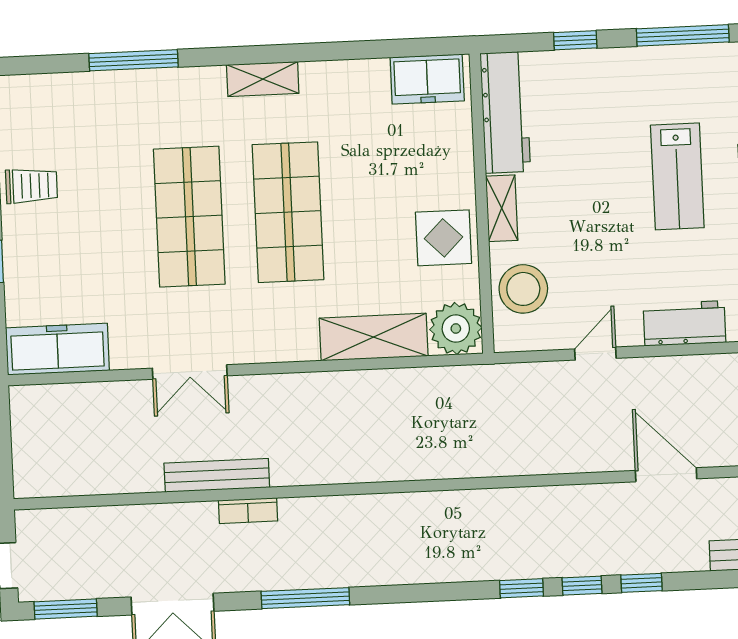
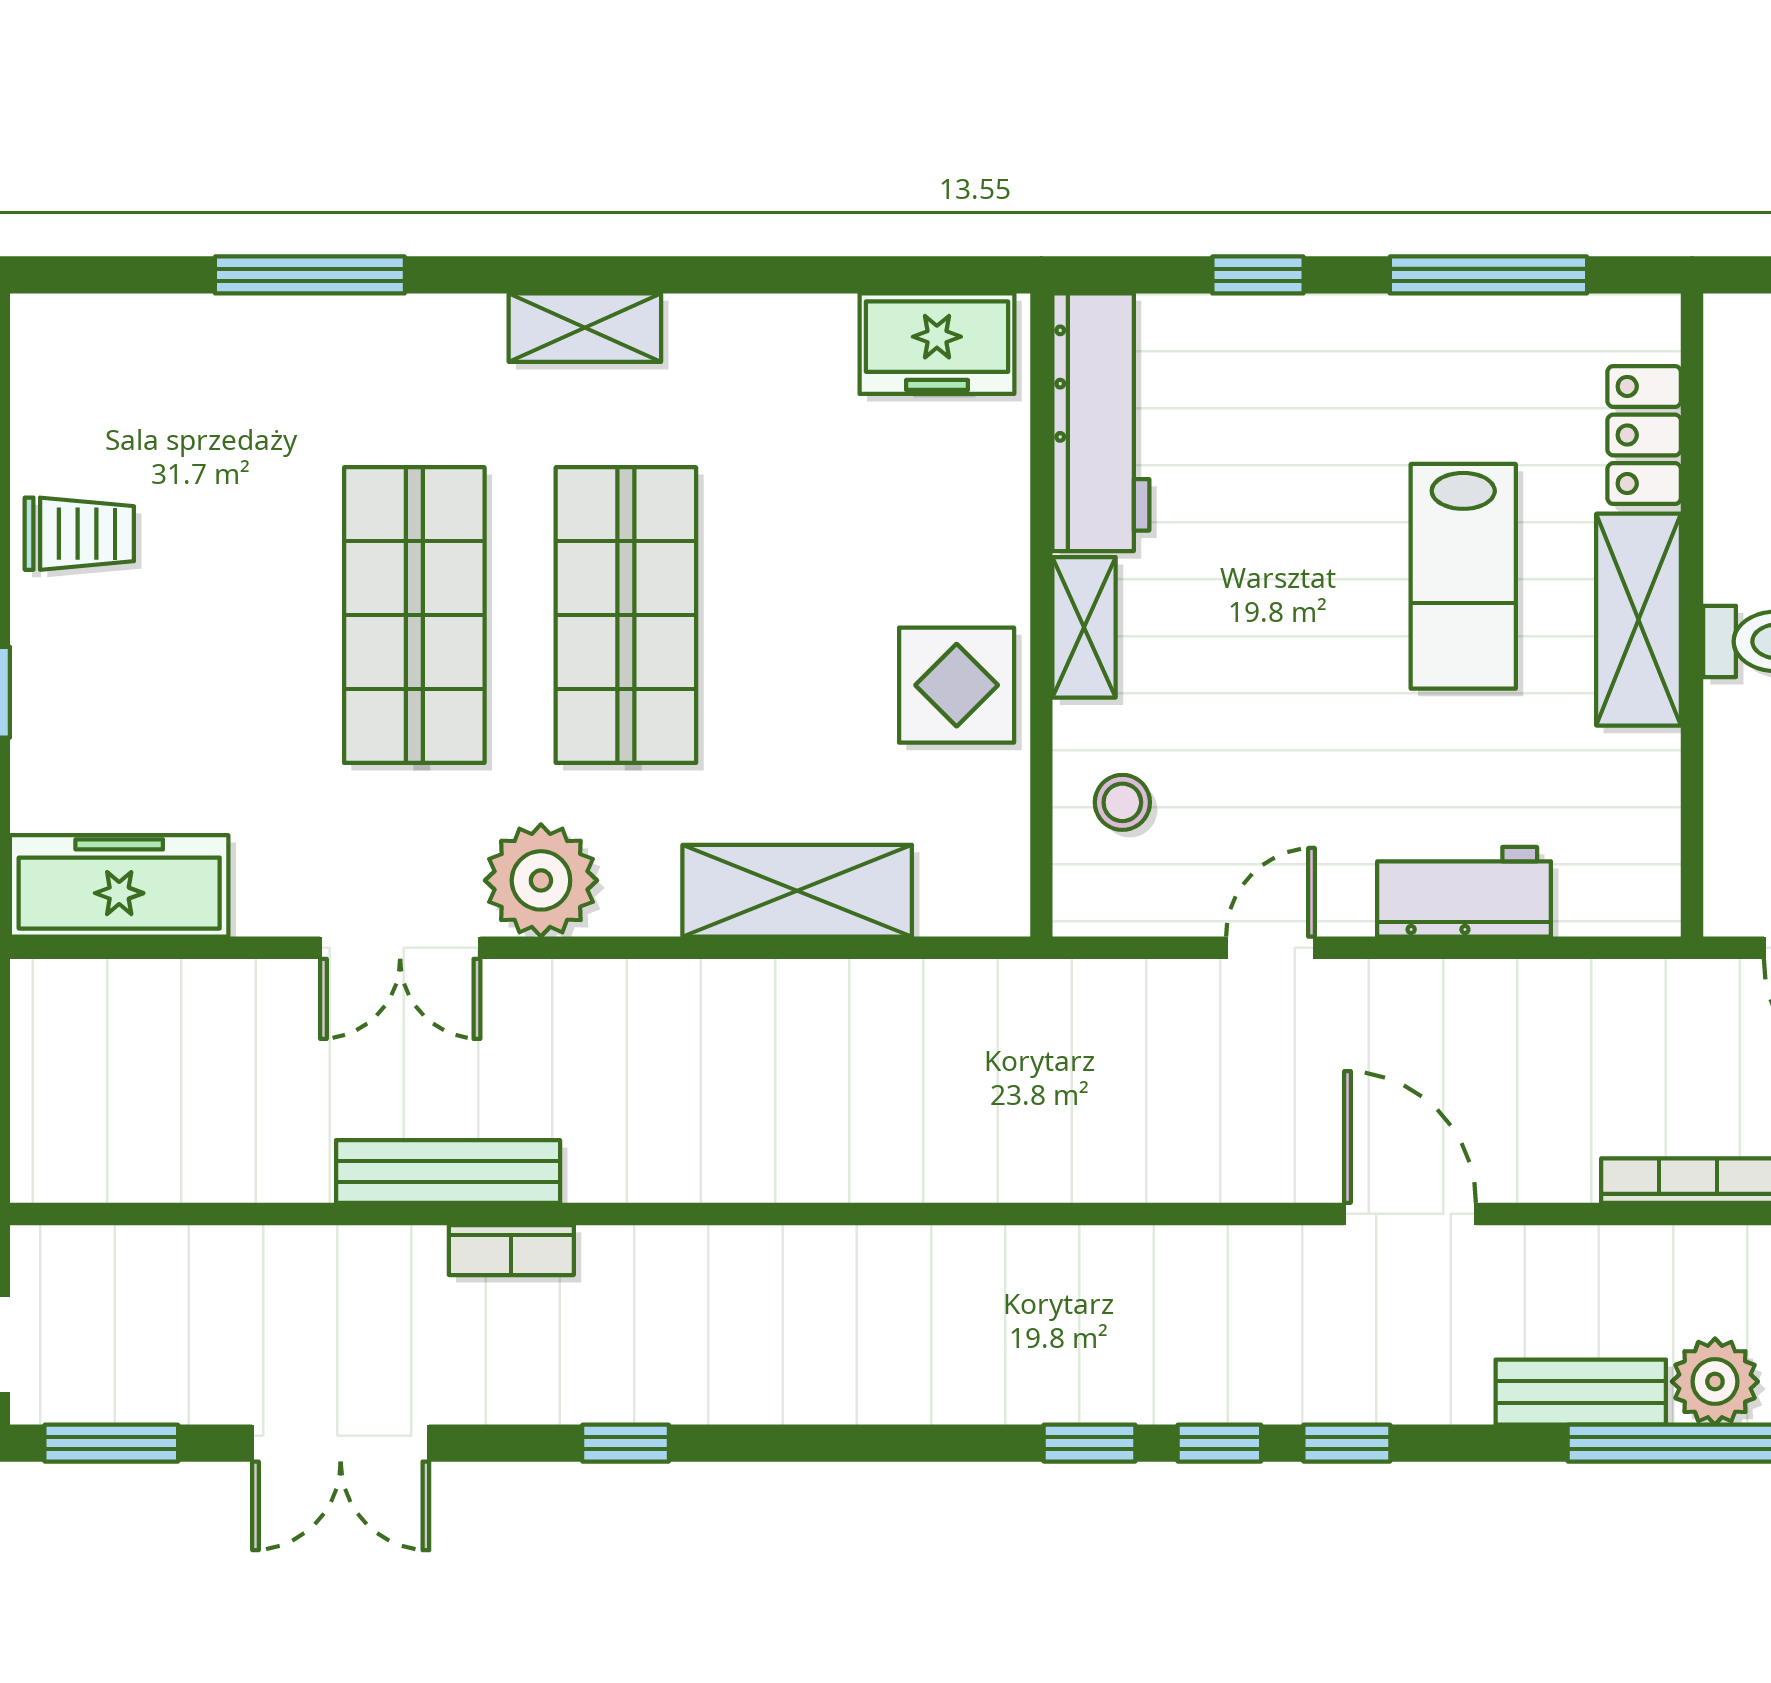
stool: (523, 289) -> (1122, 802), width x0.53, depth x0.53
plant: (456, 328) -> (541, 880), moved
window: (305, 598) -> (626, 1443), width x0.46

